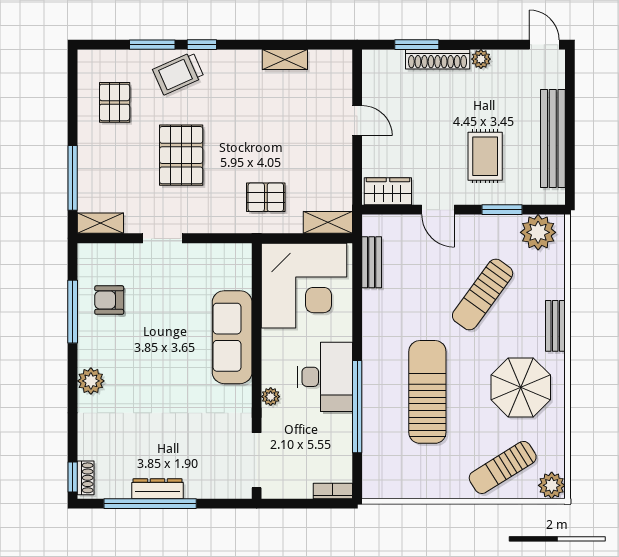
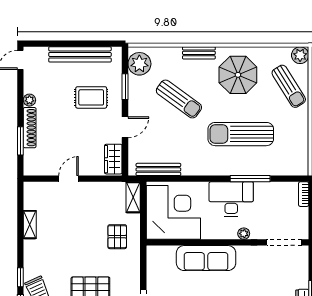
bench: (372, 262) -> (158, 169), width x1.36
window: (357, 407) -> (250, 179), width x0.68

